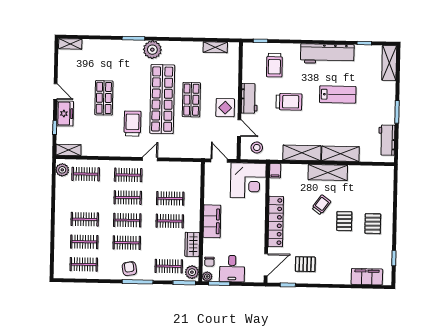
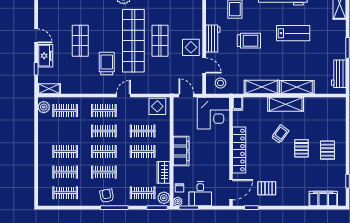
display table: (187, 172) -> (157, 106), added

